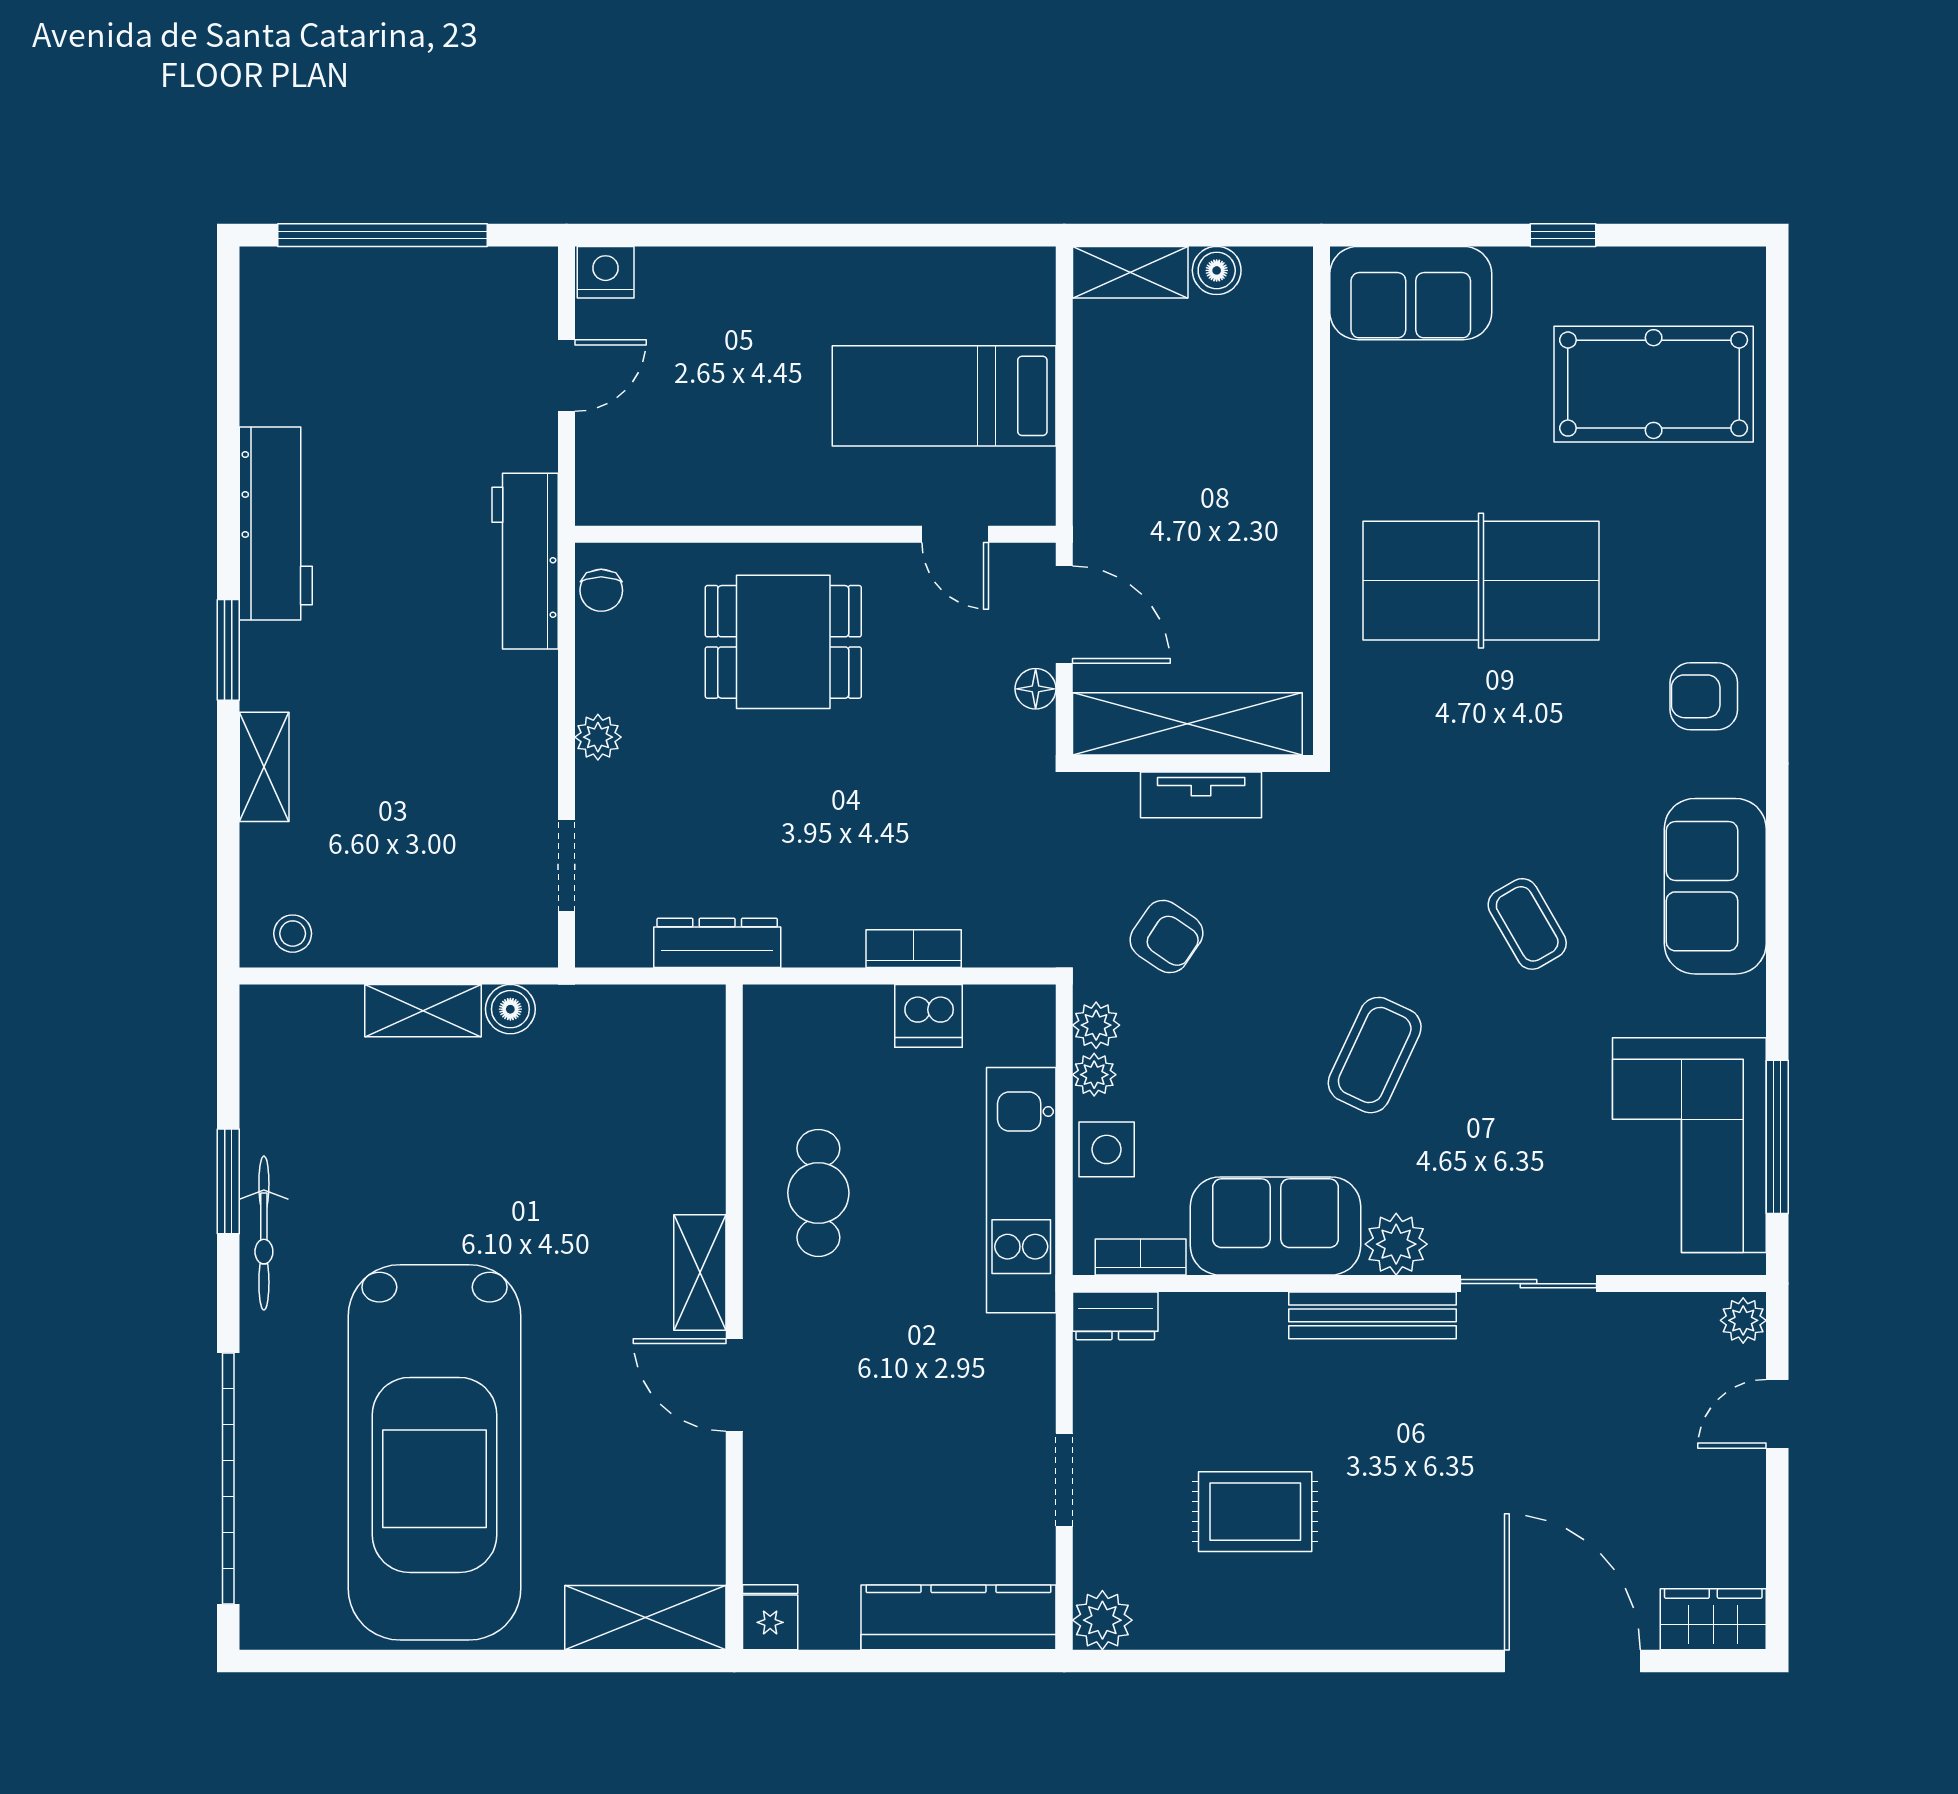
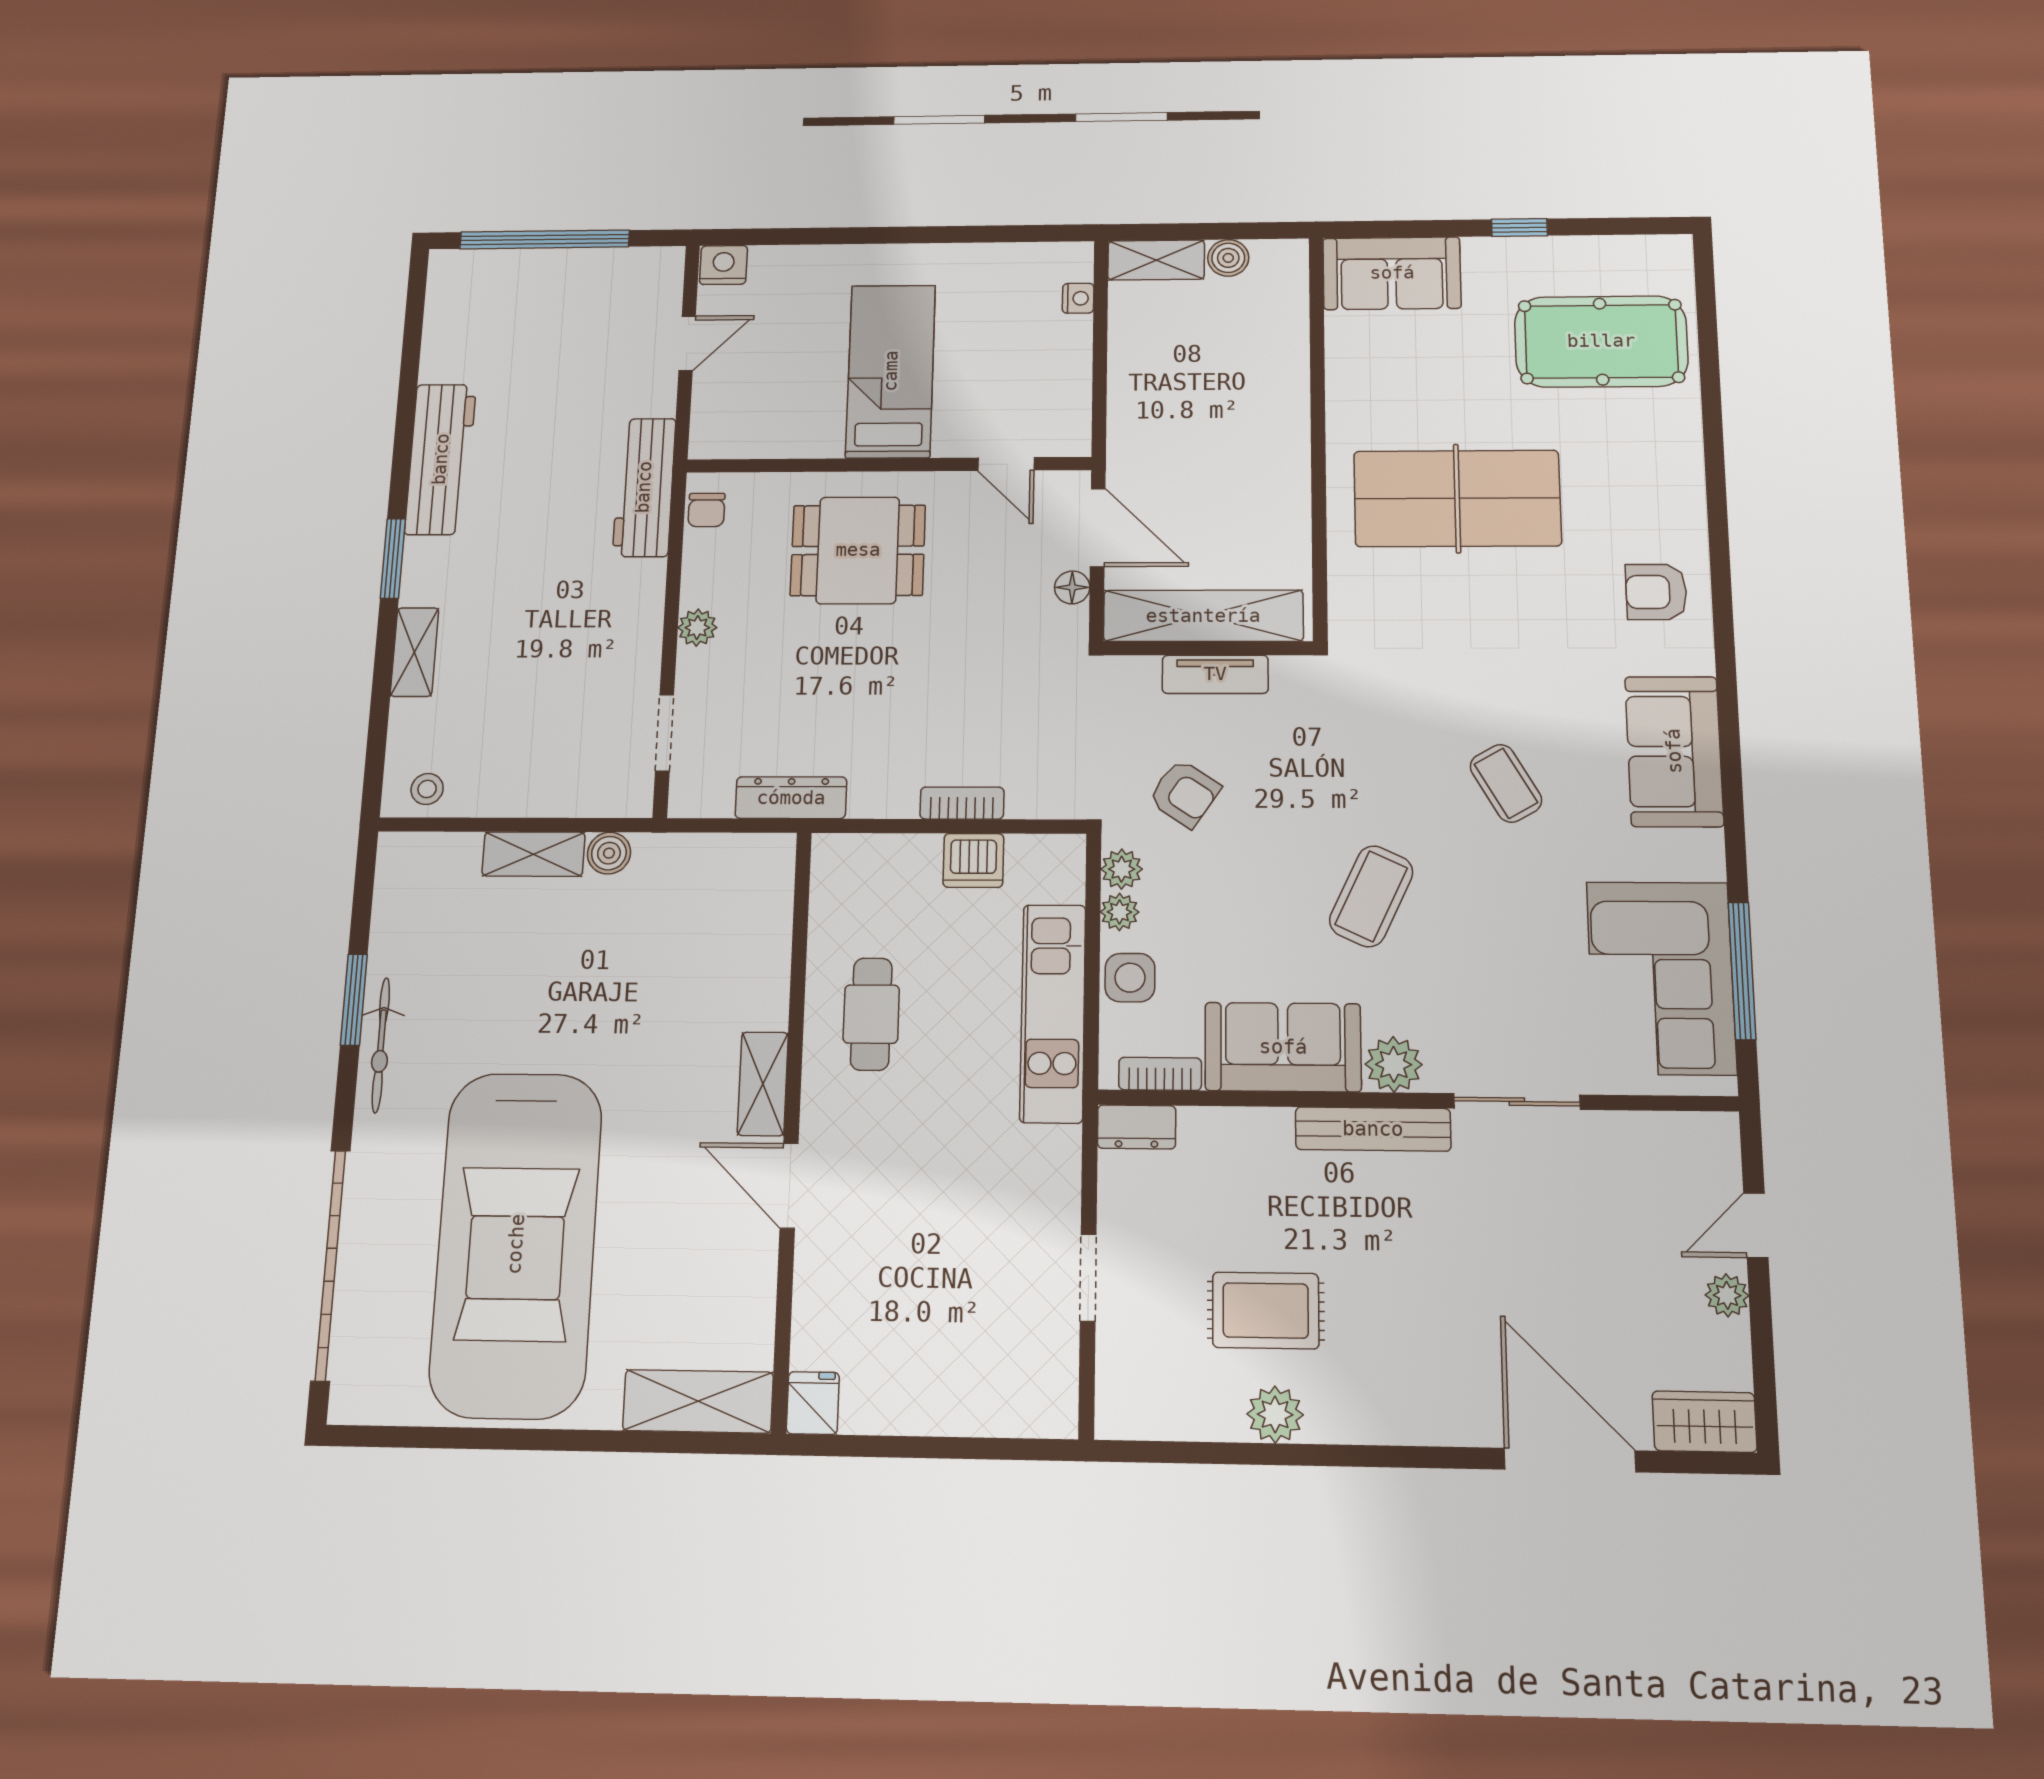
nightstand: (1037, 321) -> (1078, 298), added
bed: (944, 396) -> (891, 371), moved, turned 90
plant: (1743, 1320) -> (1727, 1295), moved
kitchen counter: (958, 1617) -> (988, 1406), removed
plant: (1102, 1620) -> (1275, 1414), moved

